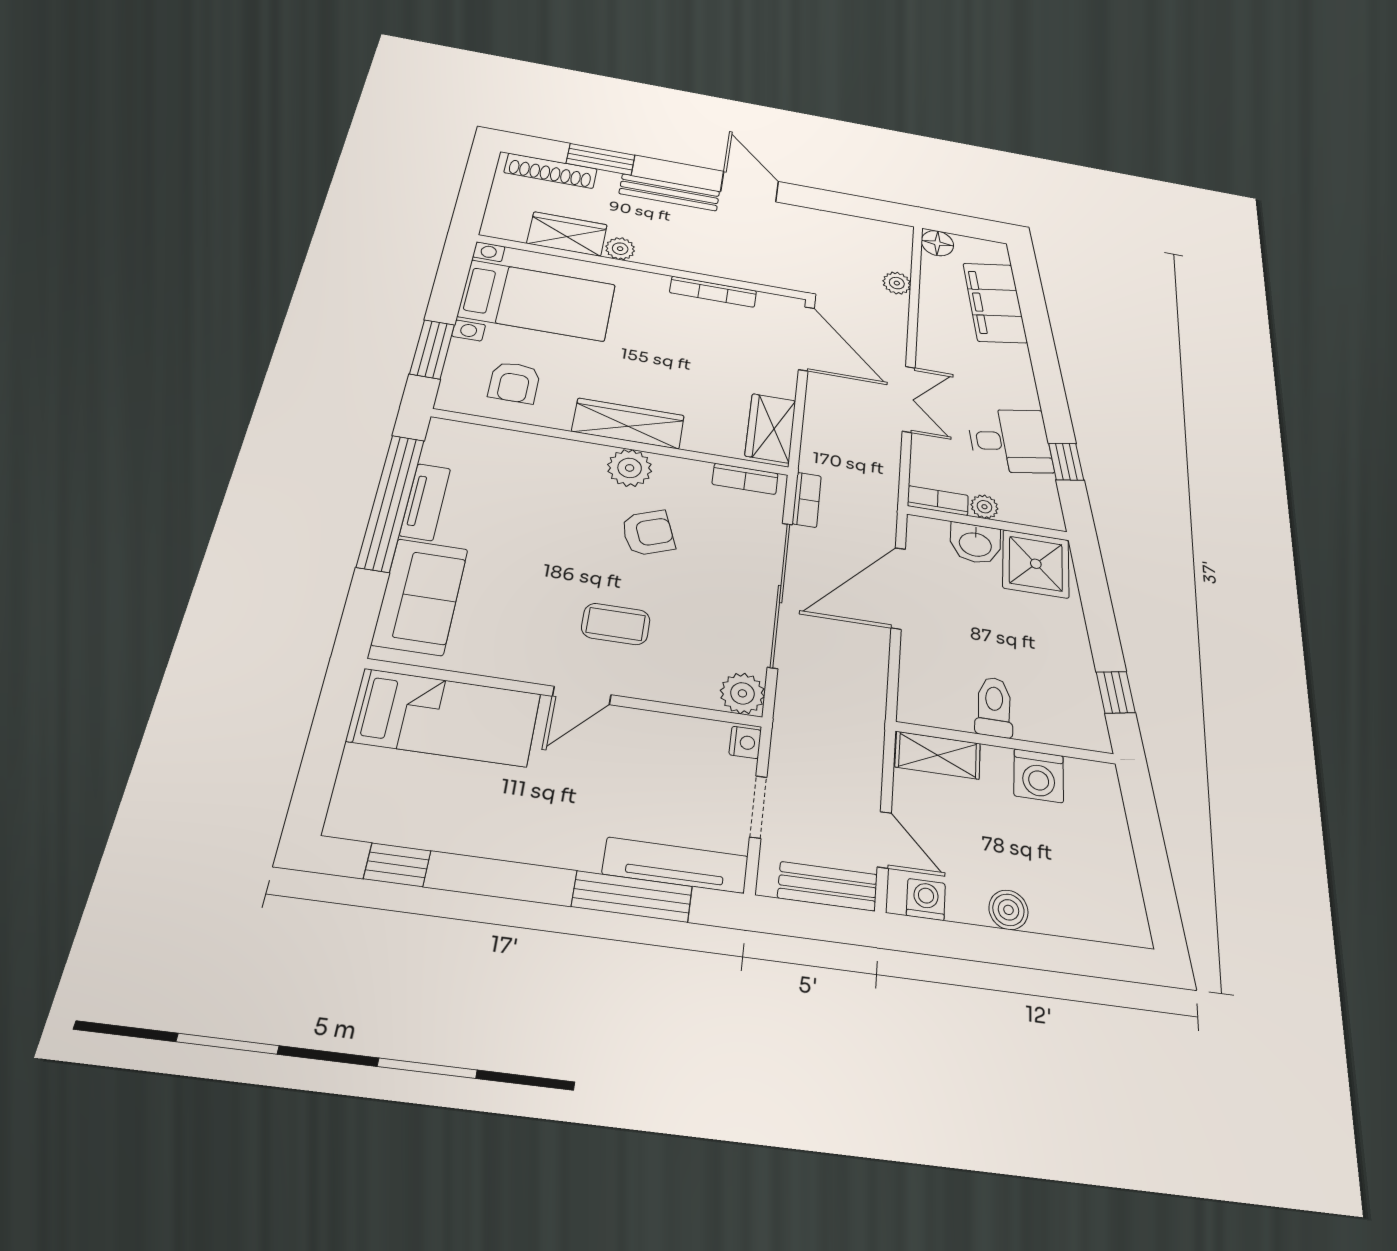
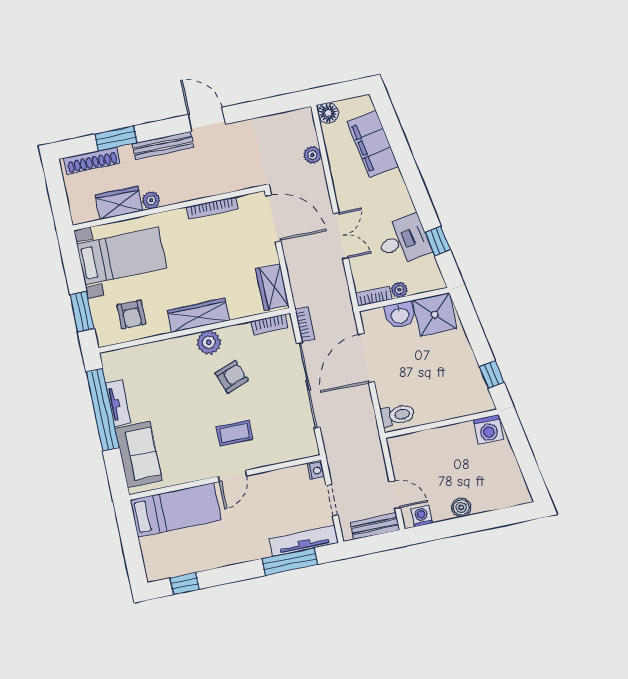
plant: (742, 693) -> (307, 446), removed
toilet: (994, 707) -> (398, 415), moved, turned 90
shelving: (938, 755) -> (409, 443), removed
washing machine: (1039, 776) -> (488, 430), moved

